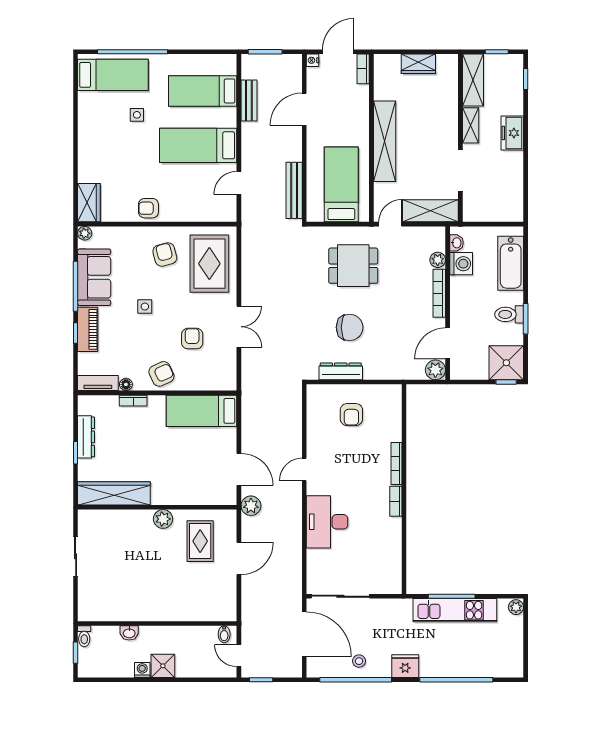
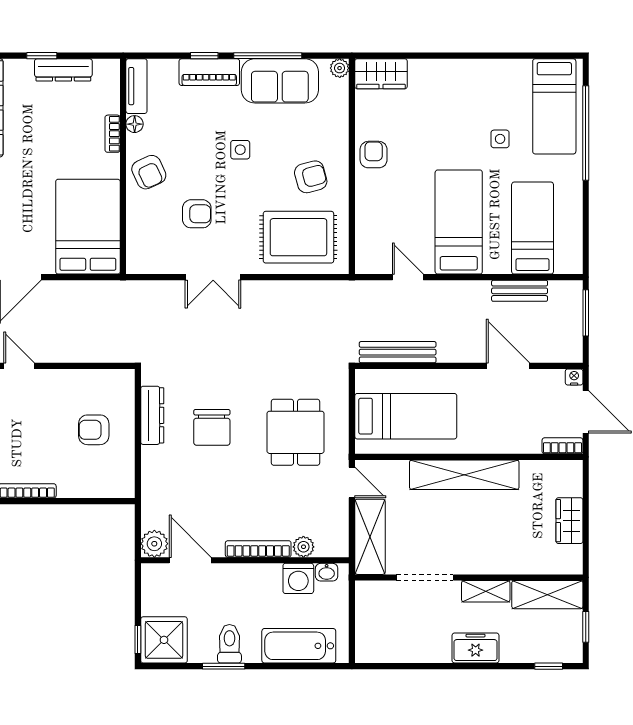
bed: (202, 411) -> (88, 227), width x1.50

